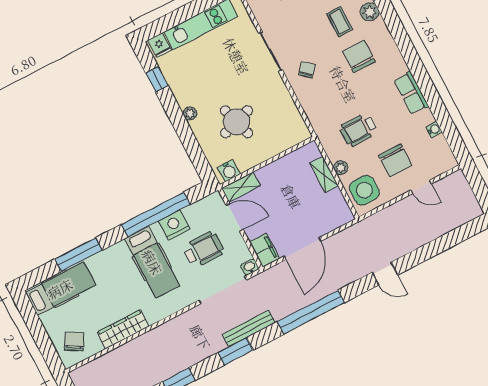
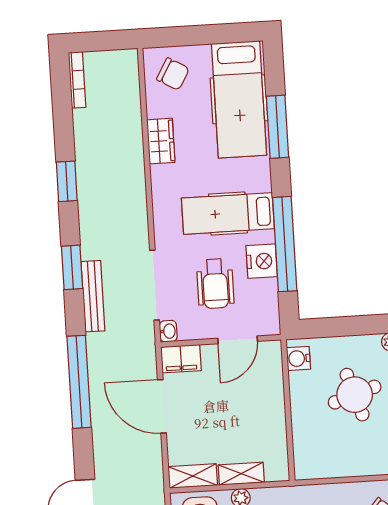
shelving: (241, 187) -> (193, 476), moved, turned 90
hospital bed: (60, 289) -> (239, 99), width x1.37, depth x1.29
wardrobe: (123, 329) -> (161, 141), width x0.67

